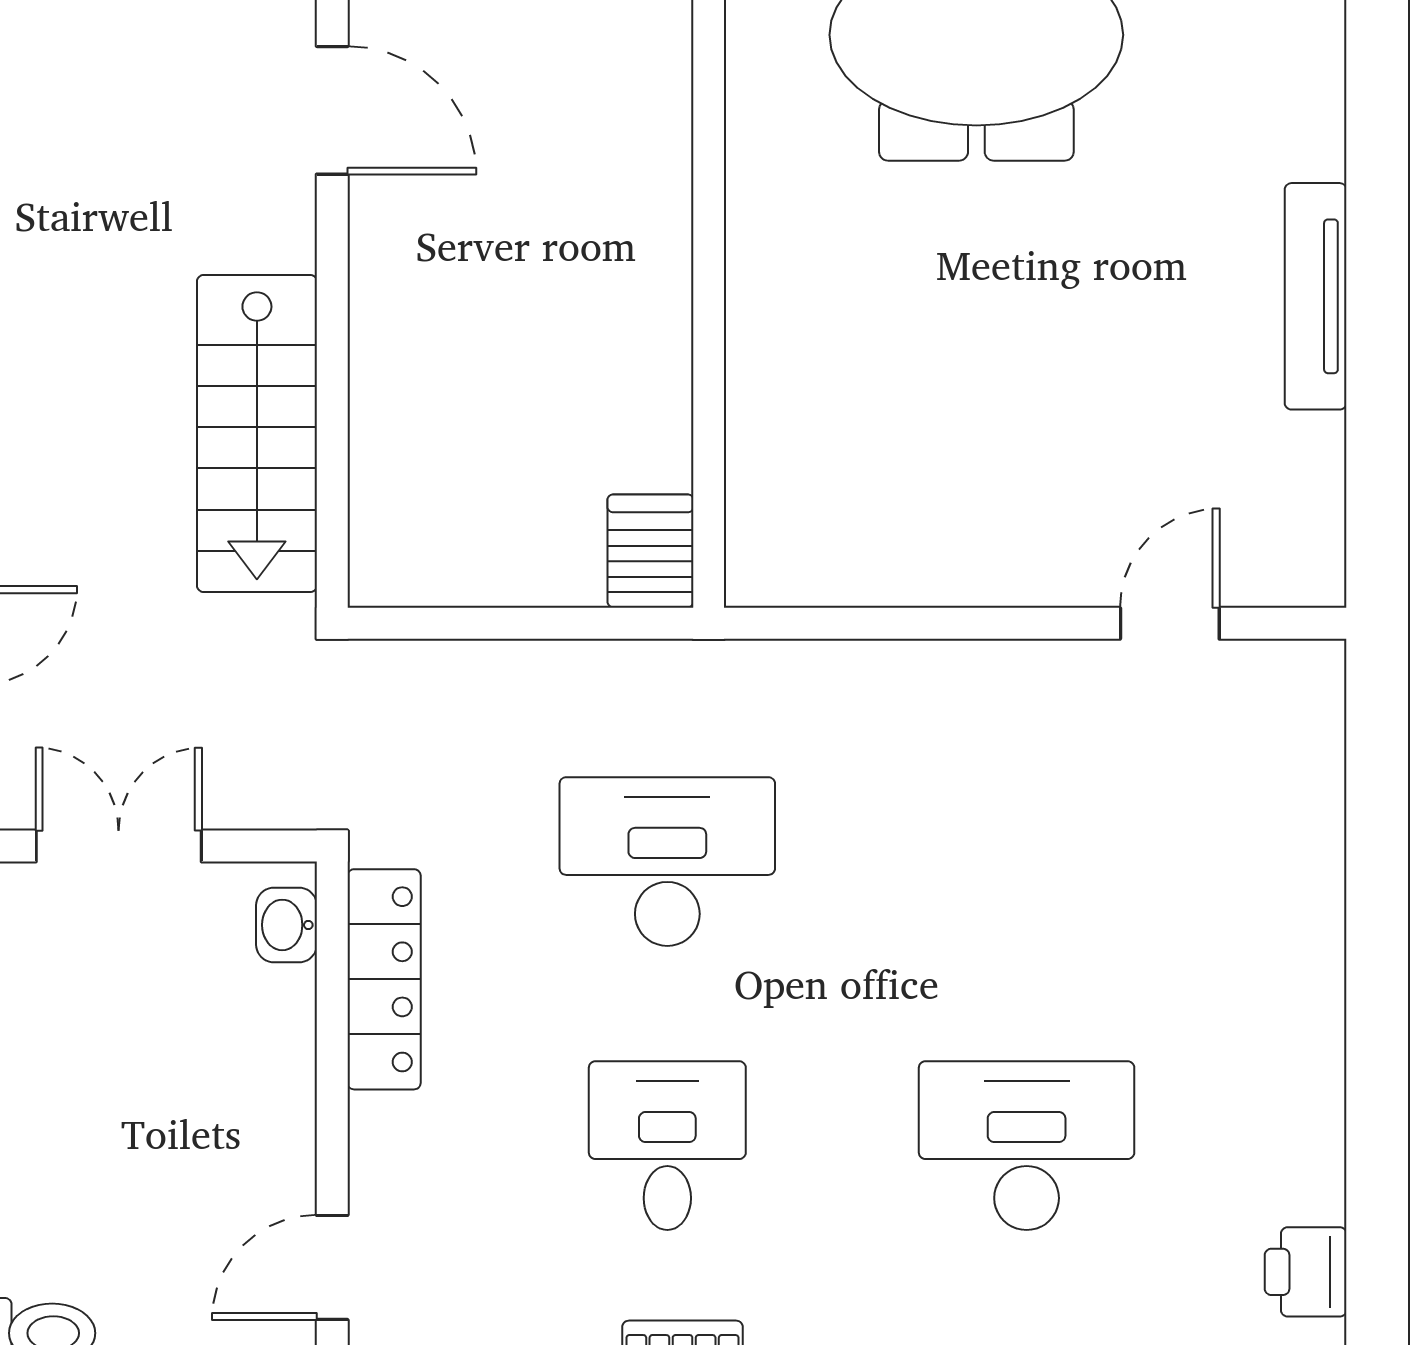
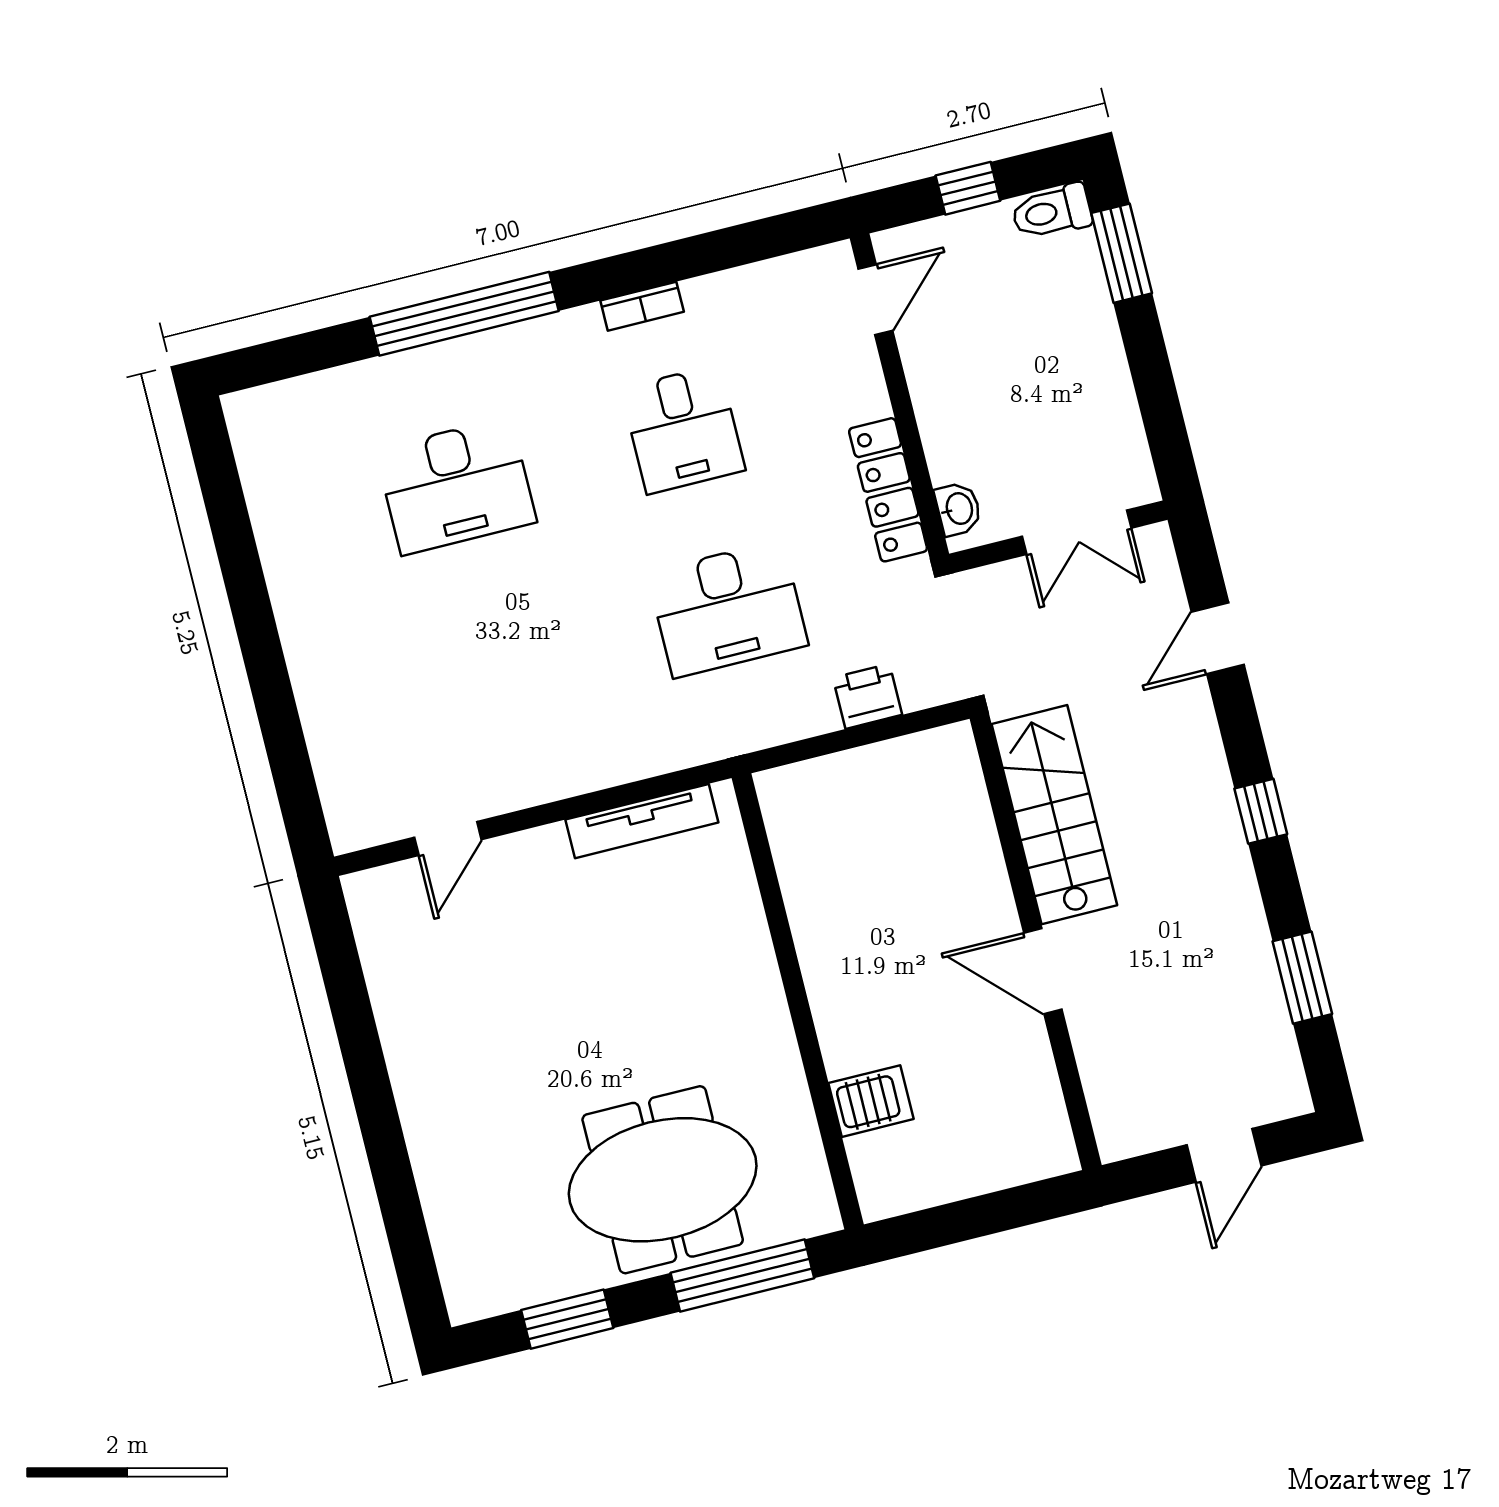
door: (332, 110) -> (1043, 971), moved
tv unit: (1316, 296) -> (642, 821), moved, turned 90
server rack: (650, 551) -> (871, 1101), moved, turned -90
printer: (1306, 1272) -> (867, 696), moved, turned -90

